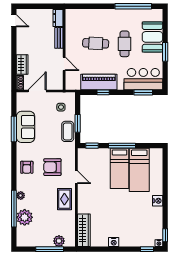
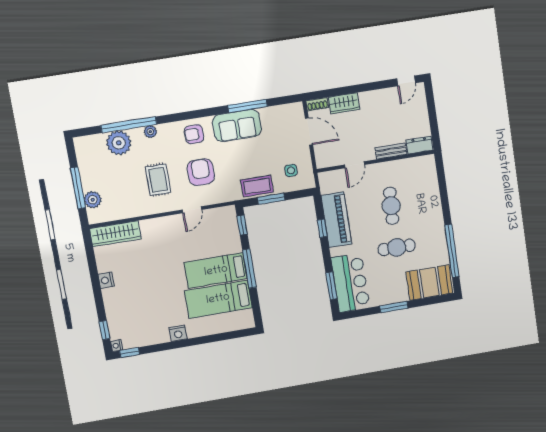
booth: (152, 37) -> (429, 283), moved
sofa: (26, 127) -> (237, 125), moved
rug: (64, 199) -> (158, 180), moved, turned 90

